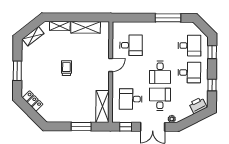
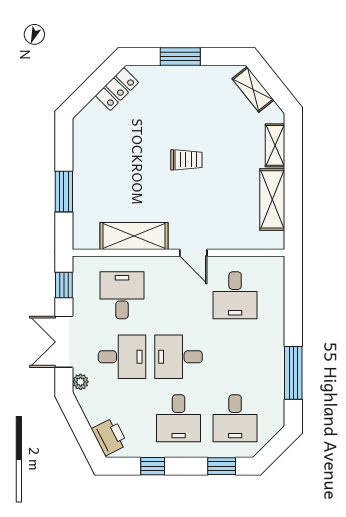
shelving: (102, 106) -> (134, 236), moved

